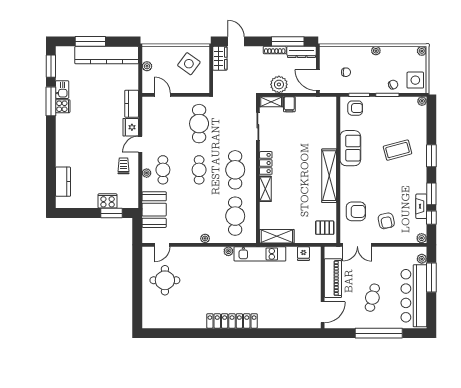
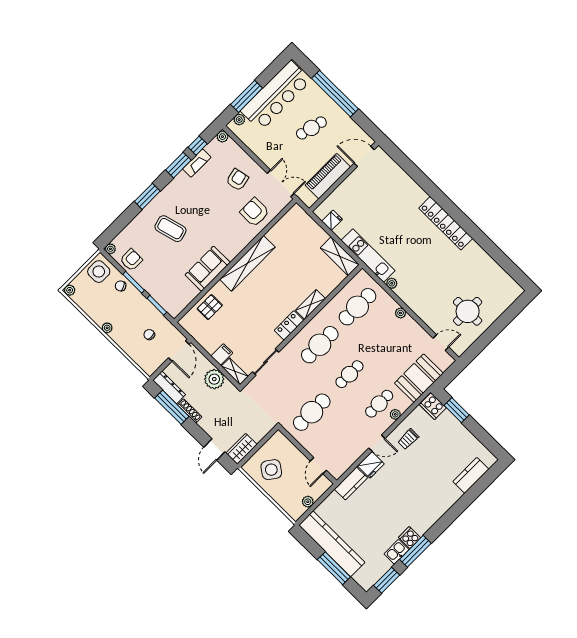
armchair: (355, 108) -> (131, 260), moved, turned 90
cooker: (108, 201) -> (433, 406), moved
pallet: (325, 228) -> (210, 307), moved, turned 90

